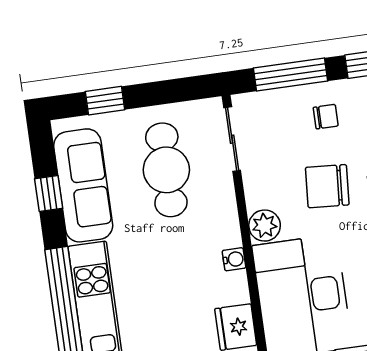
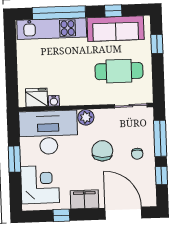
water cooler: (234, 259) -> (54, 101), moved

